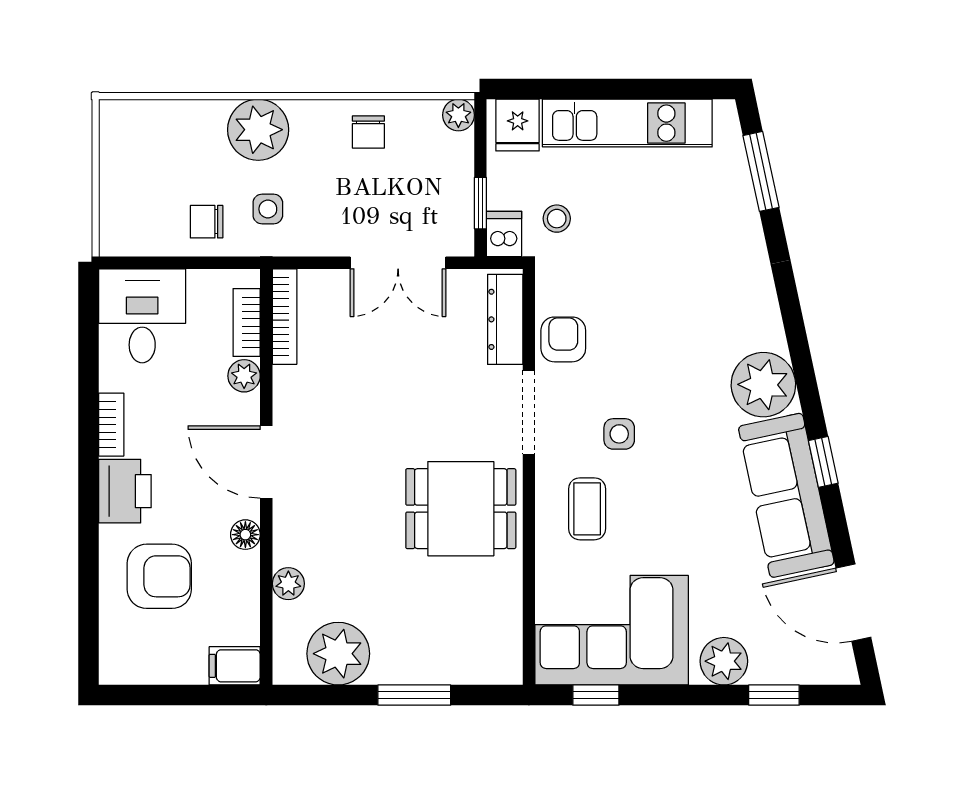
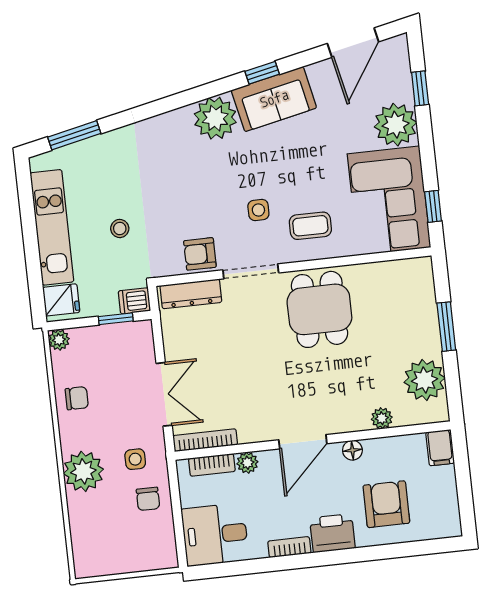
stool: (557, 219) -> (120, 228), moved
double door: (398, 263) -> (164, 394), moved
sofa: (786, 495) -> (274, 99), width x0.73
plant: (724, 661) -> (396, 125), width x1.36, depth x1.36

